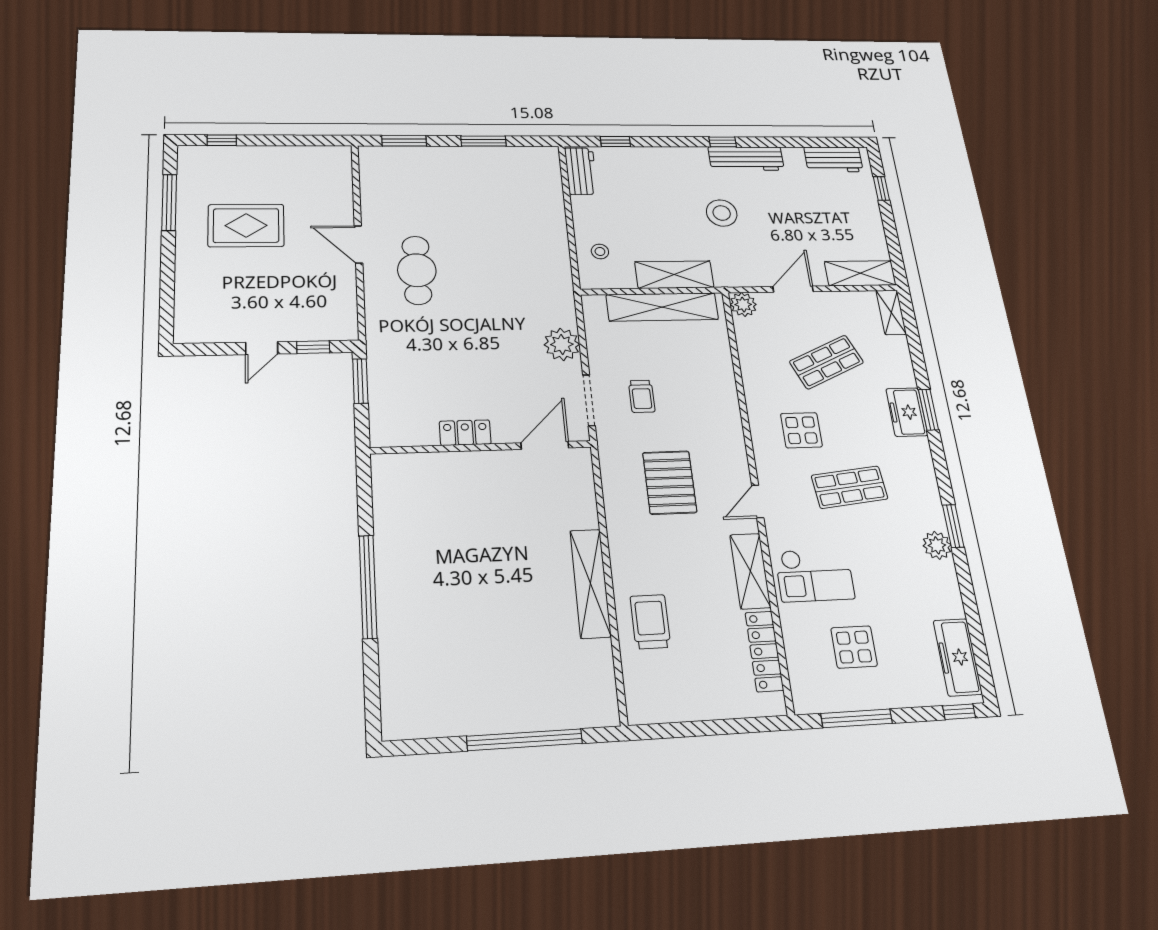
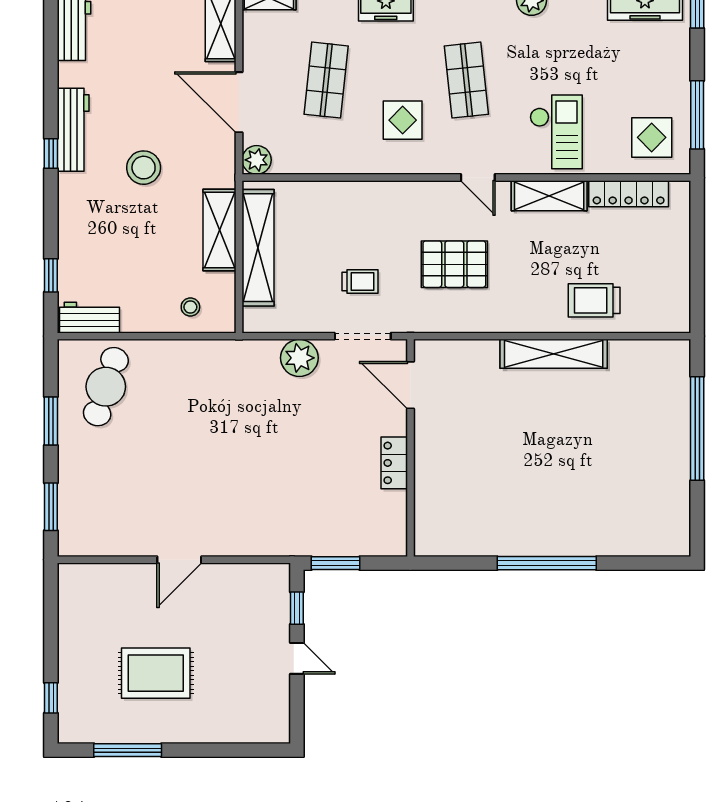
rug: (246, 226) -> (156, 673), turned 90
cafe table: (417, 270) -> (106, 387), moved, turned -72
door: (793, 289) -> (239, 102), width x1.36
shop shelf: (827, 362) -> (326, 80), turned 30
display table: (854, 647) -> (652, 137), moved

